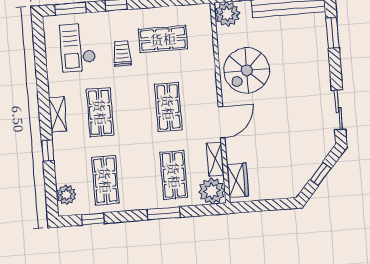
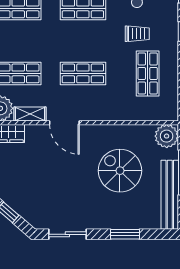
window: (332, 33) -> (125, 234), moved
spiral stairs: (247, 70) -> (120, 171), moved

